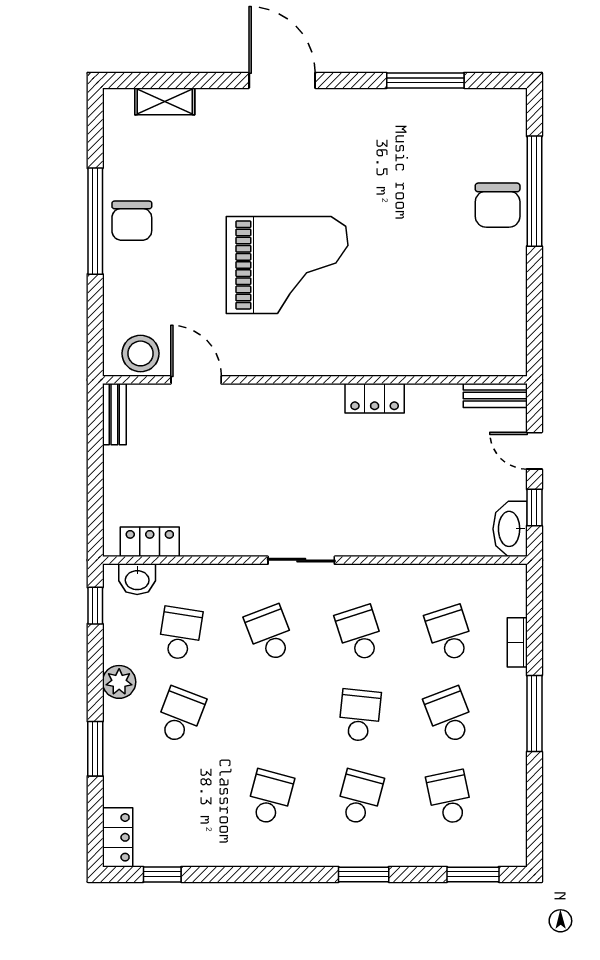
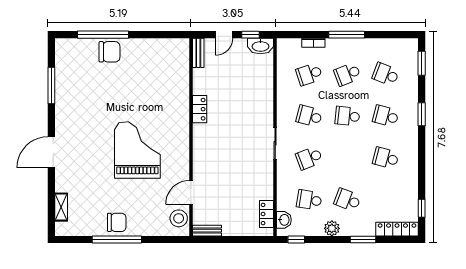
school desk: (360, 633) -> (309, 116), turned 33
school desk: (449, 797) -> (386, 74), turned 33
locker: (118, 837) -> (397, 229), width x1.53

